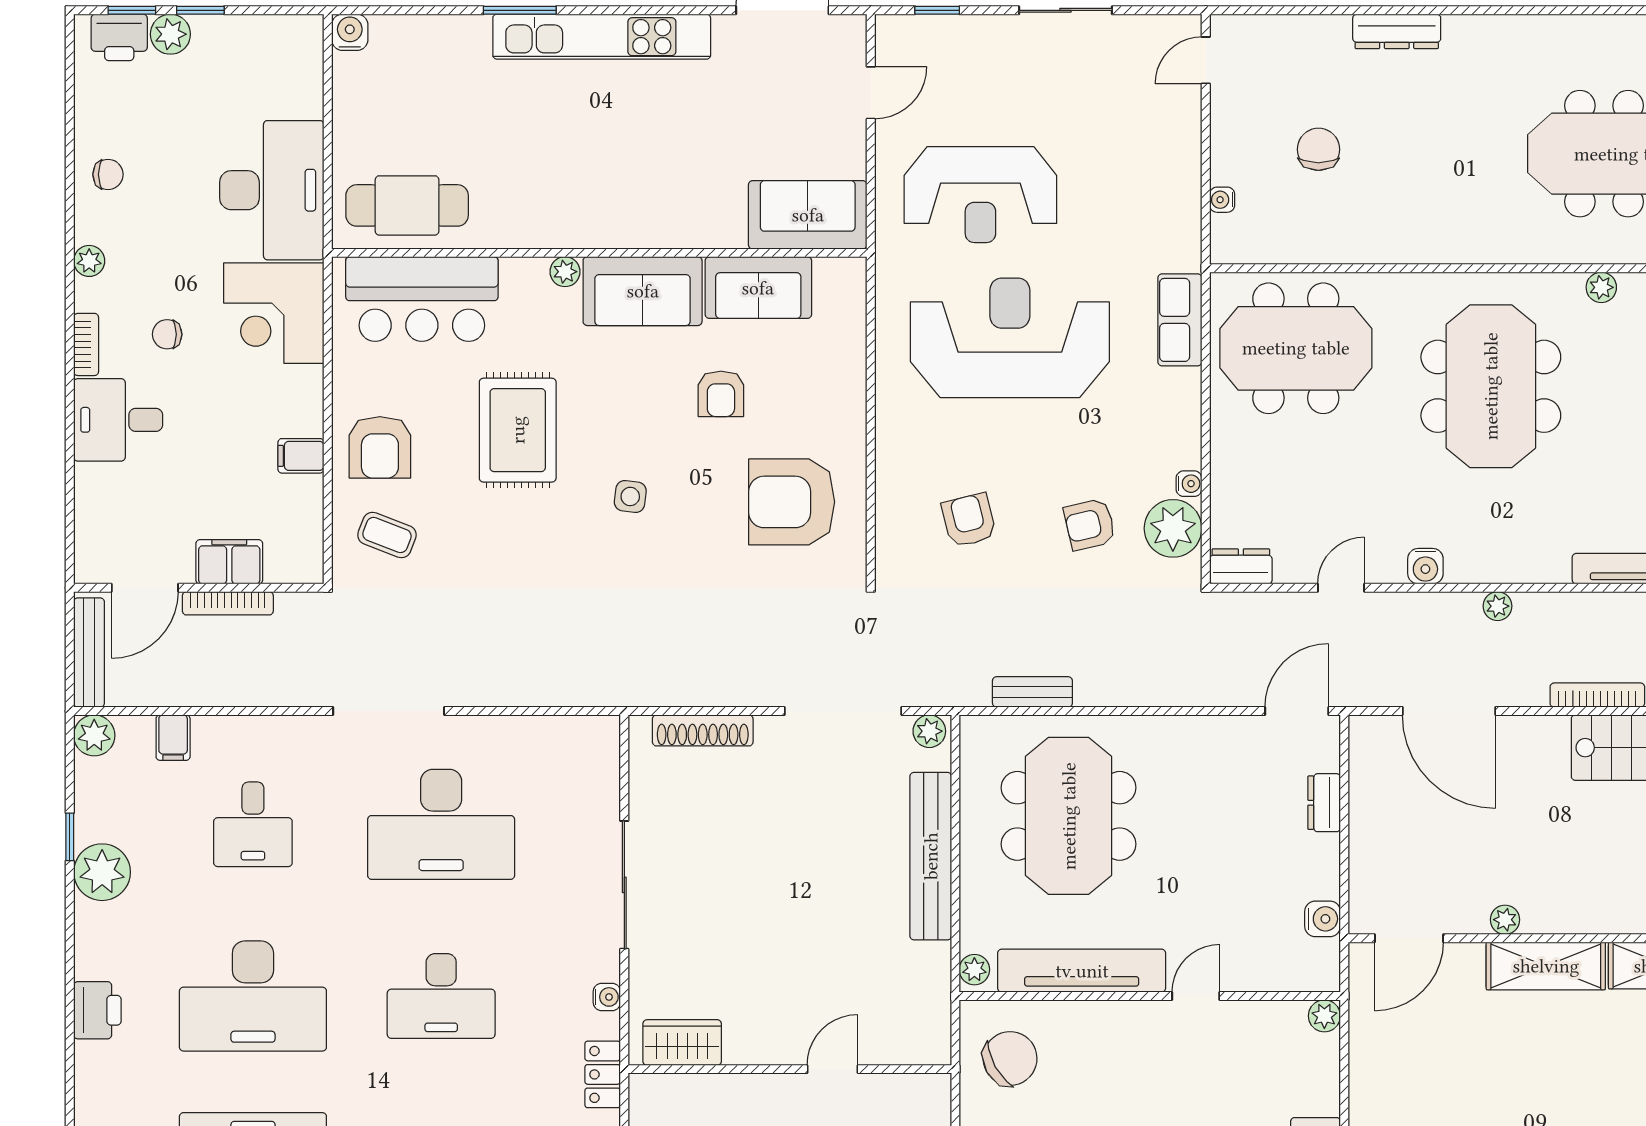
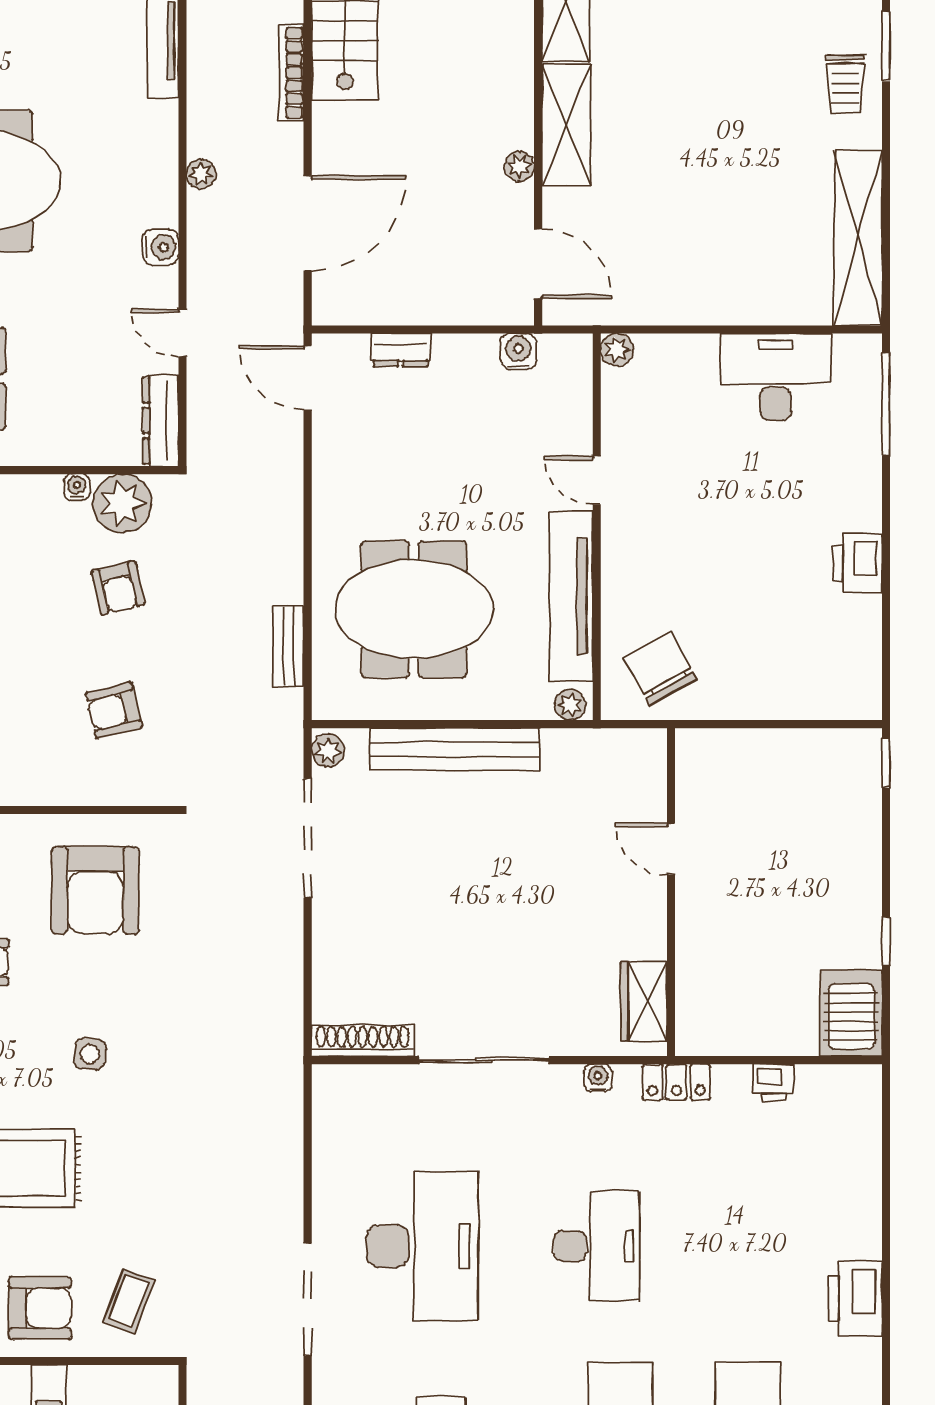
dresser: (1241, 566) -> (161, 421), width x1.44
shoe rack: (703, 730) -> (363, 1040), moved, turned -90

